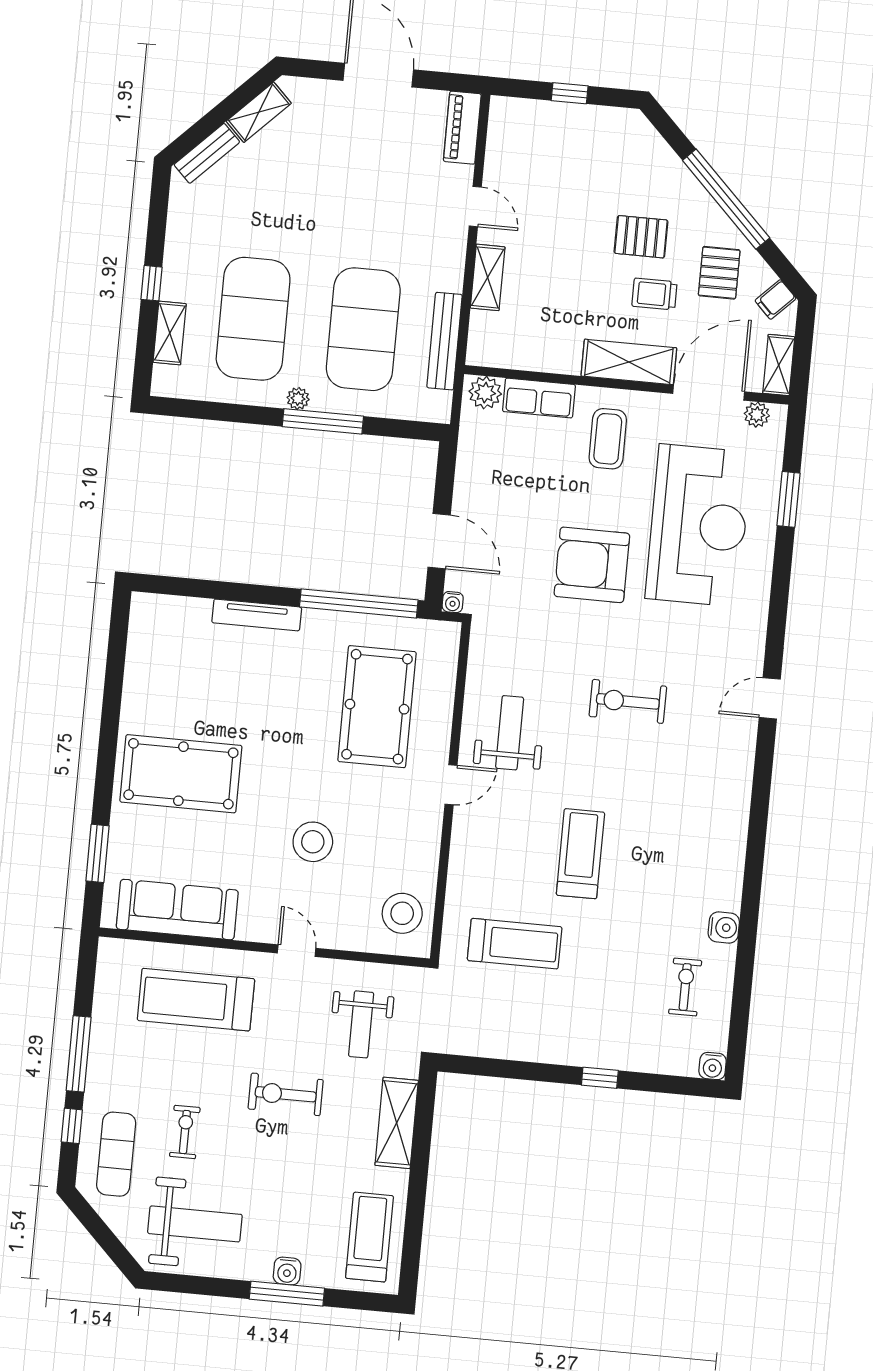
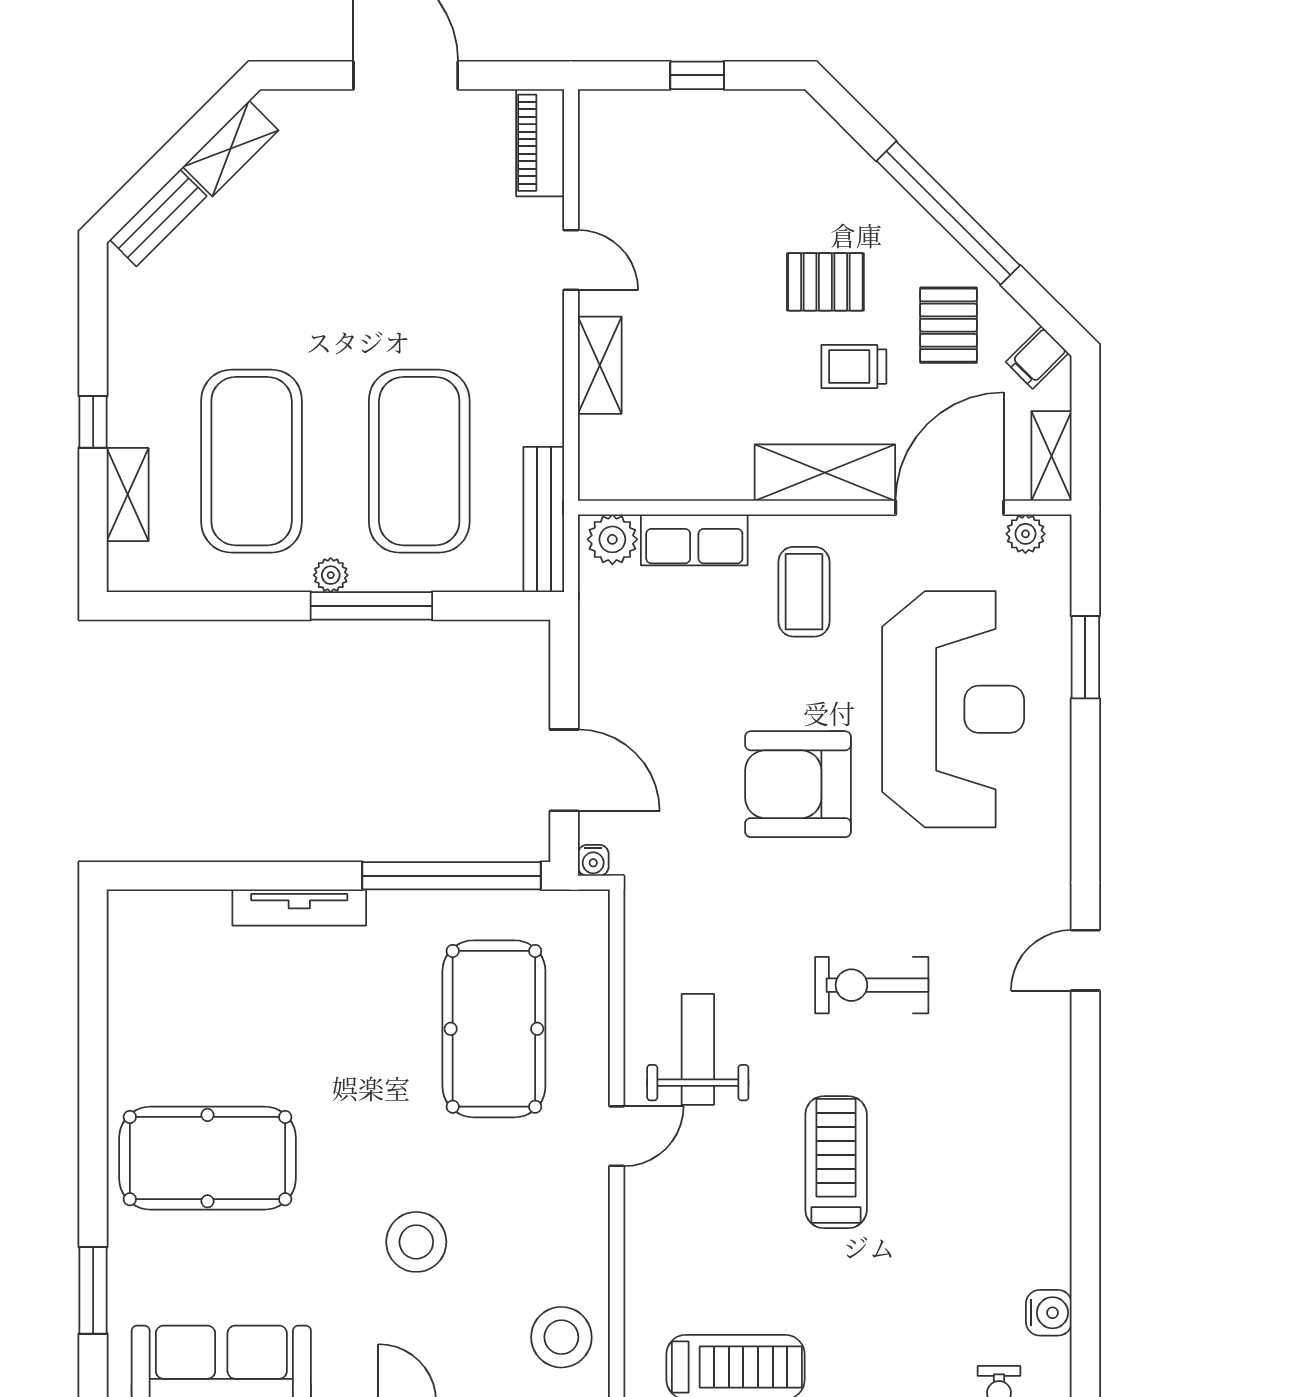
bench: (445, 341) -> (544, 520), moved
treadmill: (580, 854) -> (836, 1162), moved

